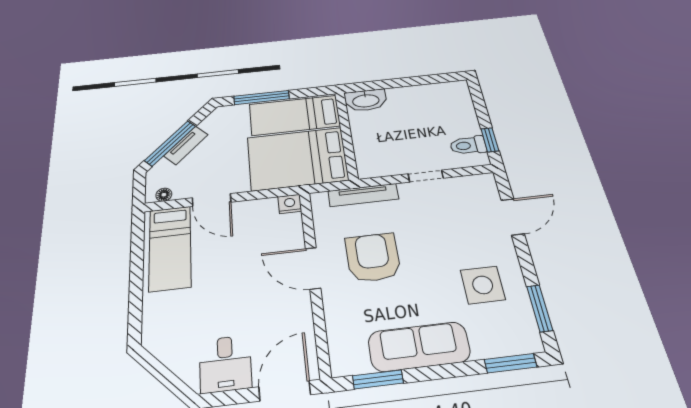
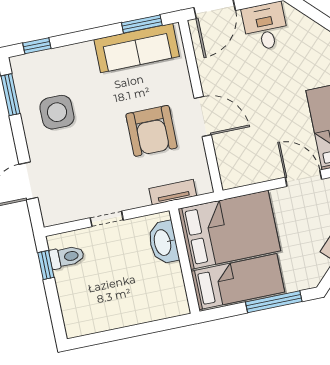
washbasin: (366, 100) -> (163, 242), moved, turned -90
tv unit: (363, 195) -> (173, 192), width x0.71
nightstand: (290, 204) -> (231, 179), removed
sofa: (419, 347) -> (137, 48), moved
window: (511, 363) -> (37, 46), width x0.67

